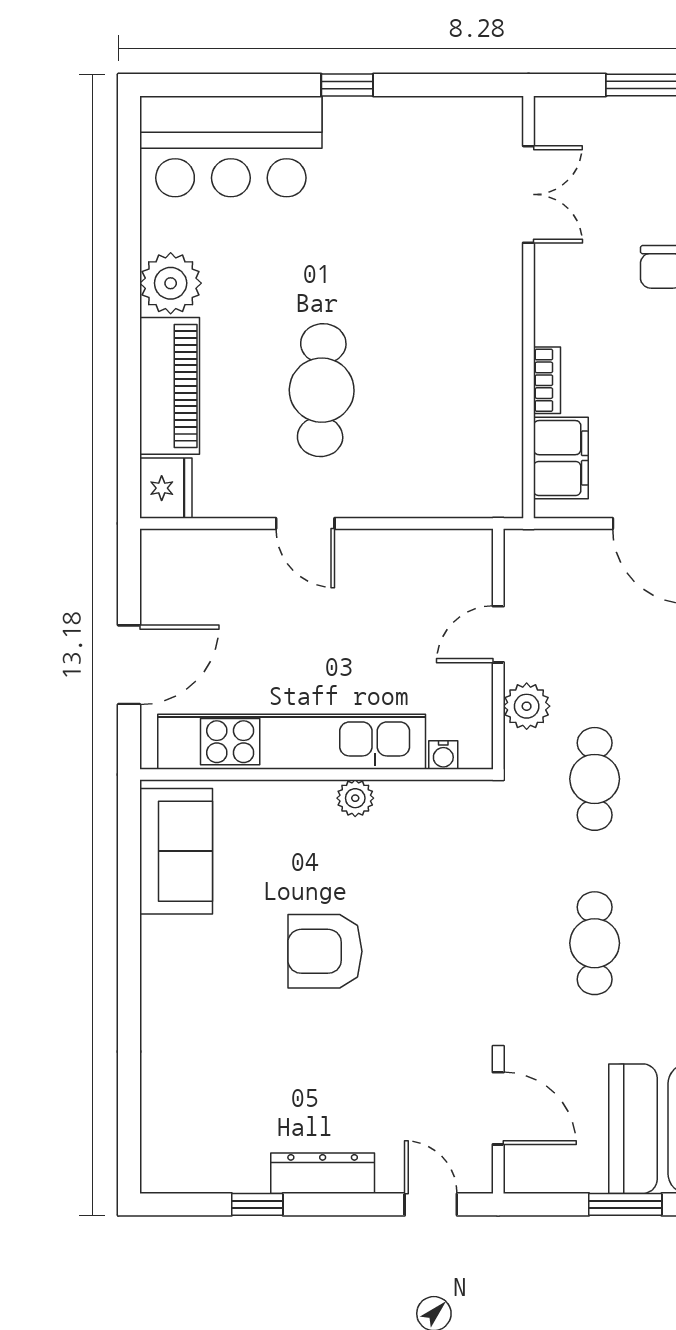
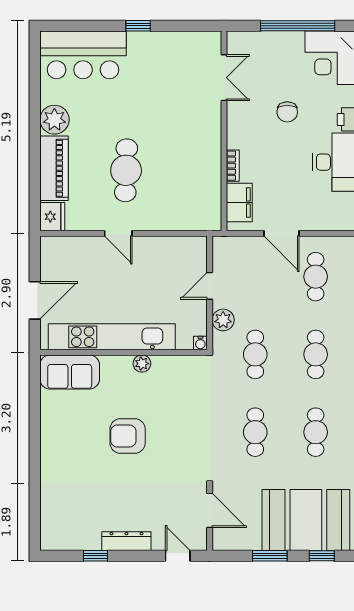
water cooler: (443, 755) -> (200, 343), moved
sofa: (176, 851) -> (70, 372), moved, turned 90

